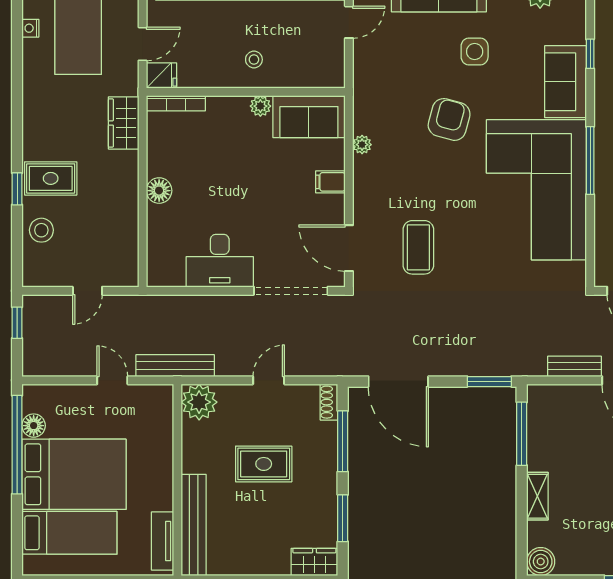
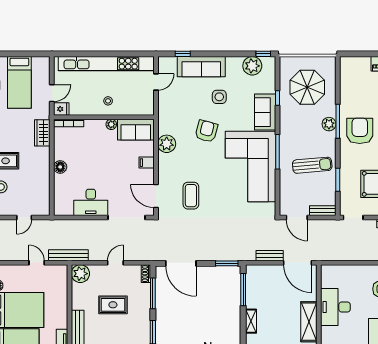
plant: (362, 145) -> (167, 144), width x1.88, depth x1.88

